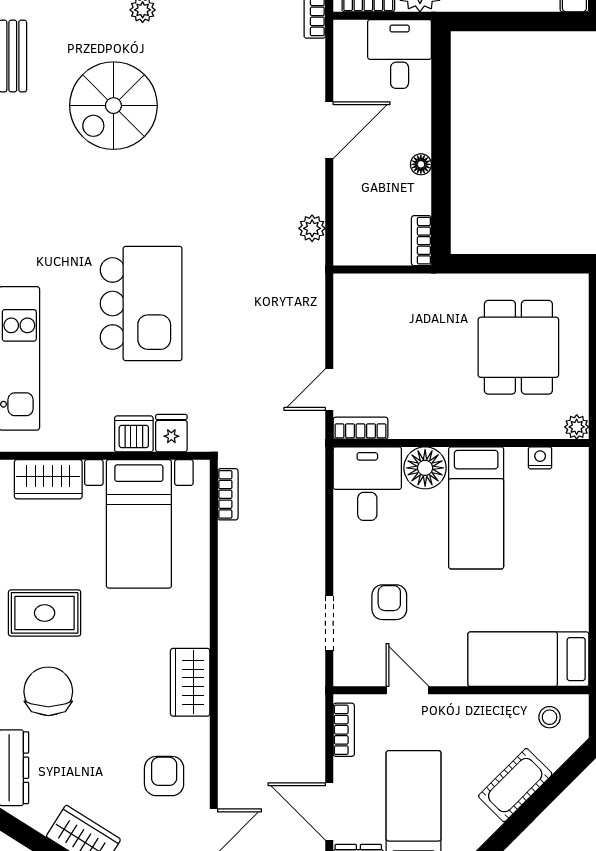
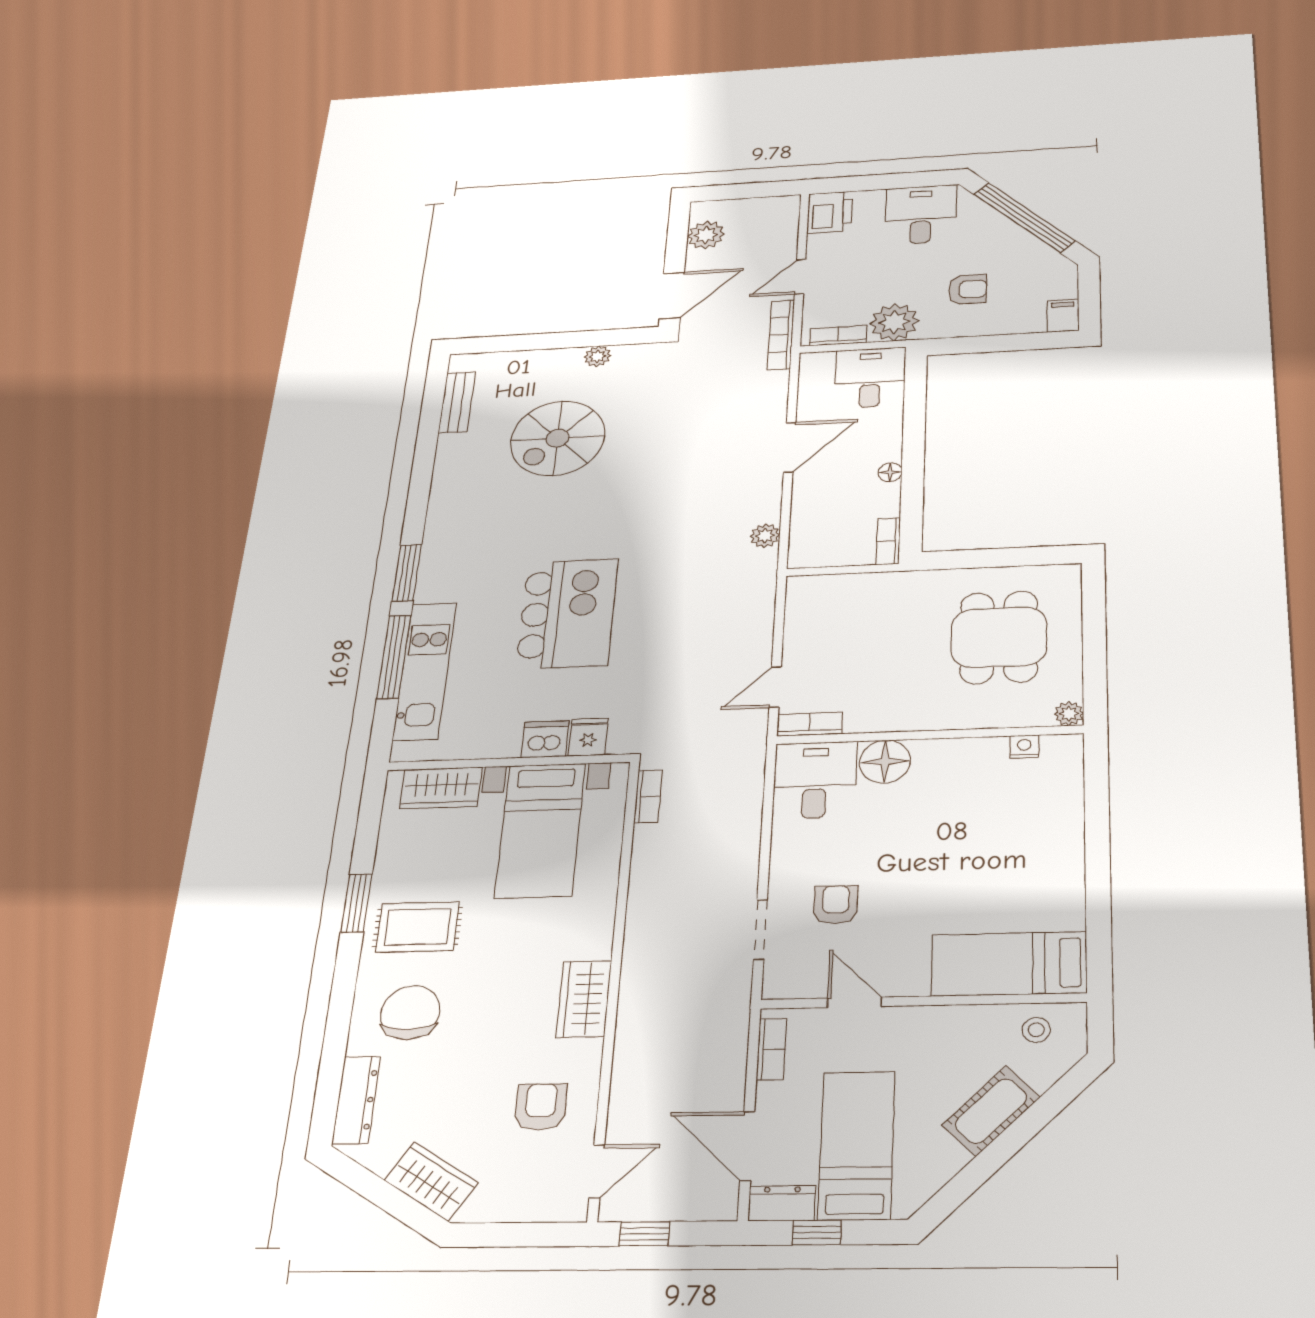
bed: (476, 508) -> (946, 801), removed

